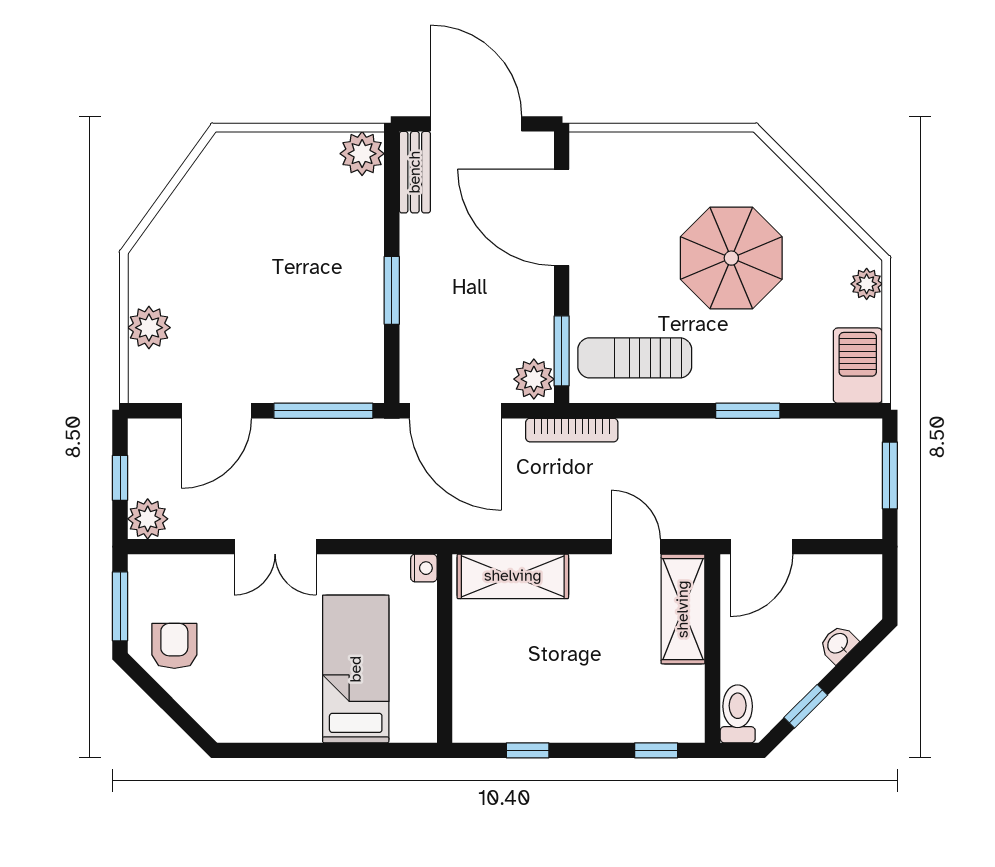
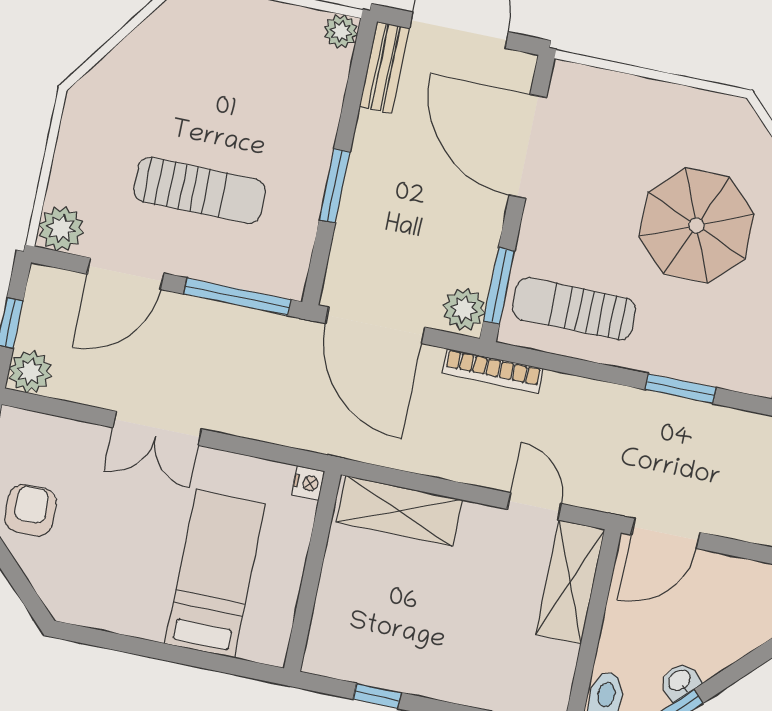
plant: (362, 154) -> (341, 31), width x0.73, depth x0.73
sun lounger: (269, 320) -> (200, 190), added
plant: (149, 328) -> (61, 229), moved
washbasin: (838, 644) -> (680, 681), moved

